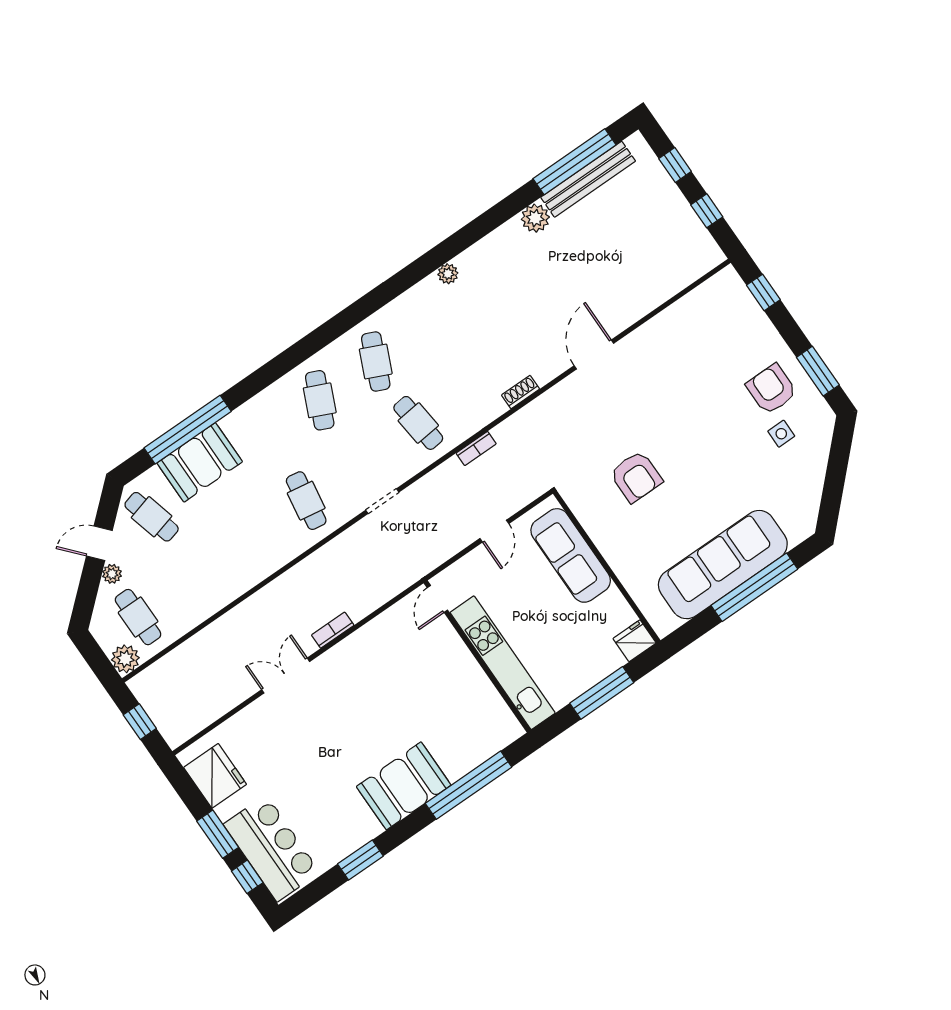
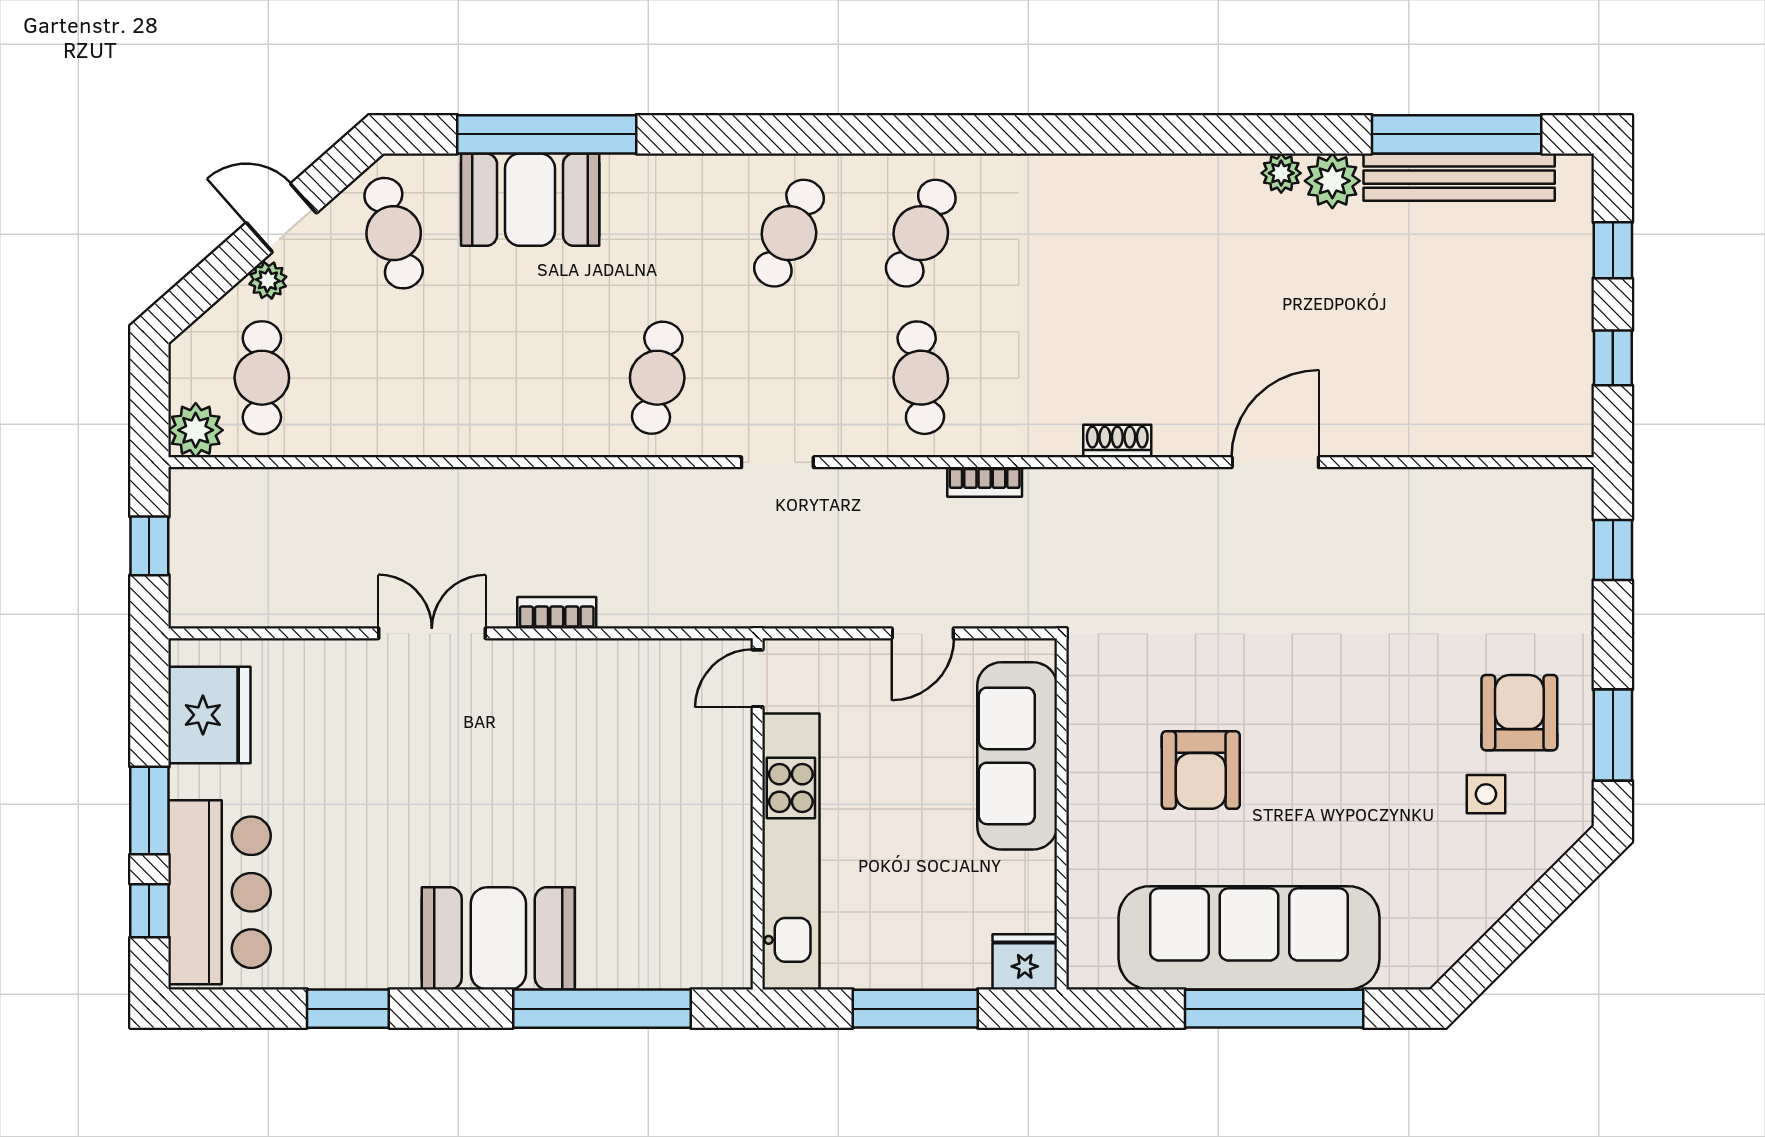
plant: (448, 274) -> (1281, 173), moved
armchair: (636, 477) -> (1201, 770), moved

